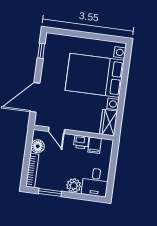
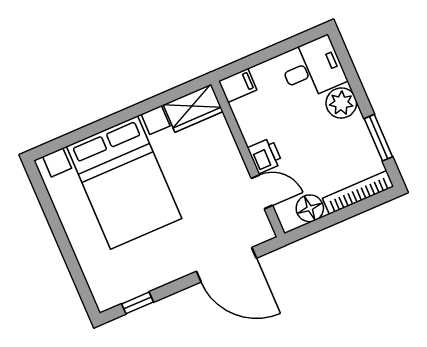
door: (56, 130) -> (262, 192), hinge flipped
printer: (81, 142) -> (265, 156), moved
filing cabinet: (95, 145) -> (238, 85), moved

